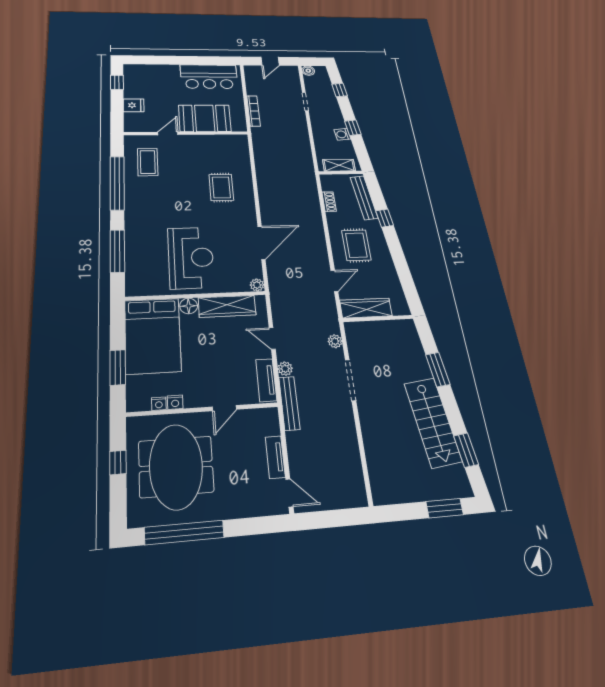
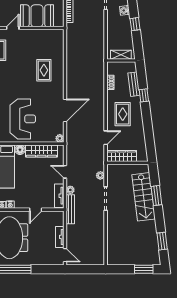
washing machine: (342, 134) -> (125, 10), moved
bench: (364, 198) -> (134, 84), width x0.73
stairs: (433, 422) -> (144, 197), moved

